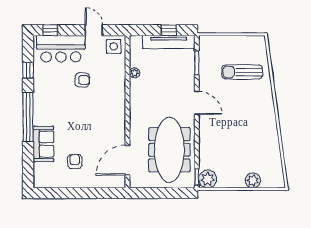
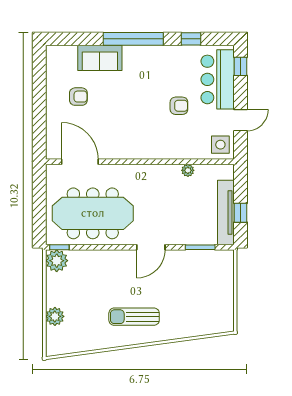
sun lounger: (242, 72) -> (134, 317), moved, turned -90
armchair: (82, 80) -> (179, 106), turned -93

